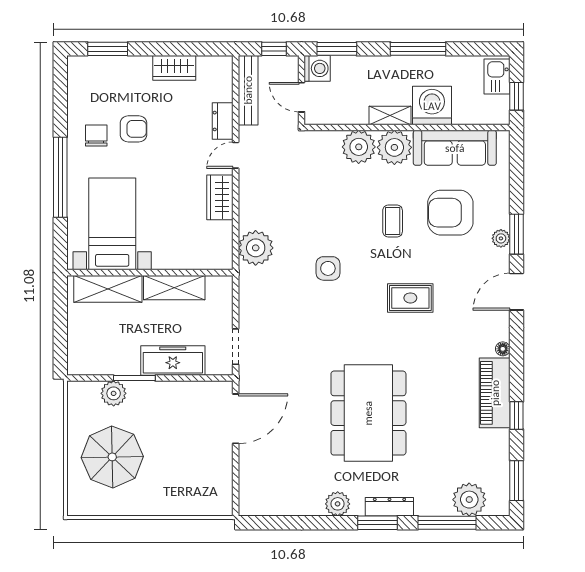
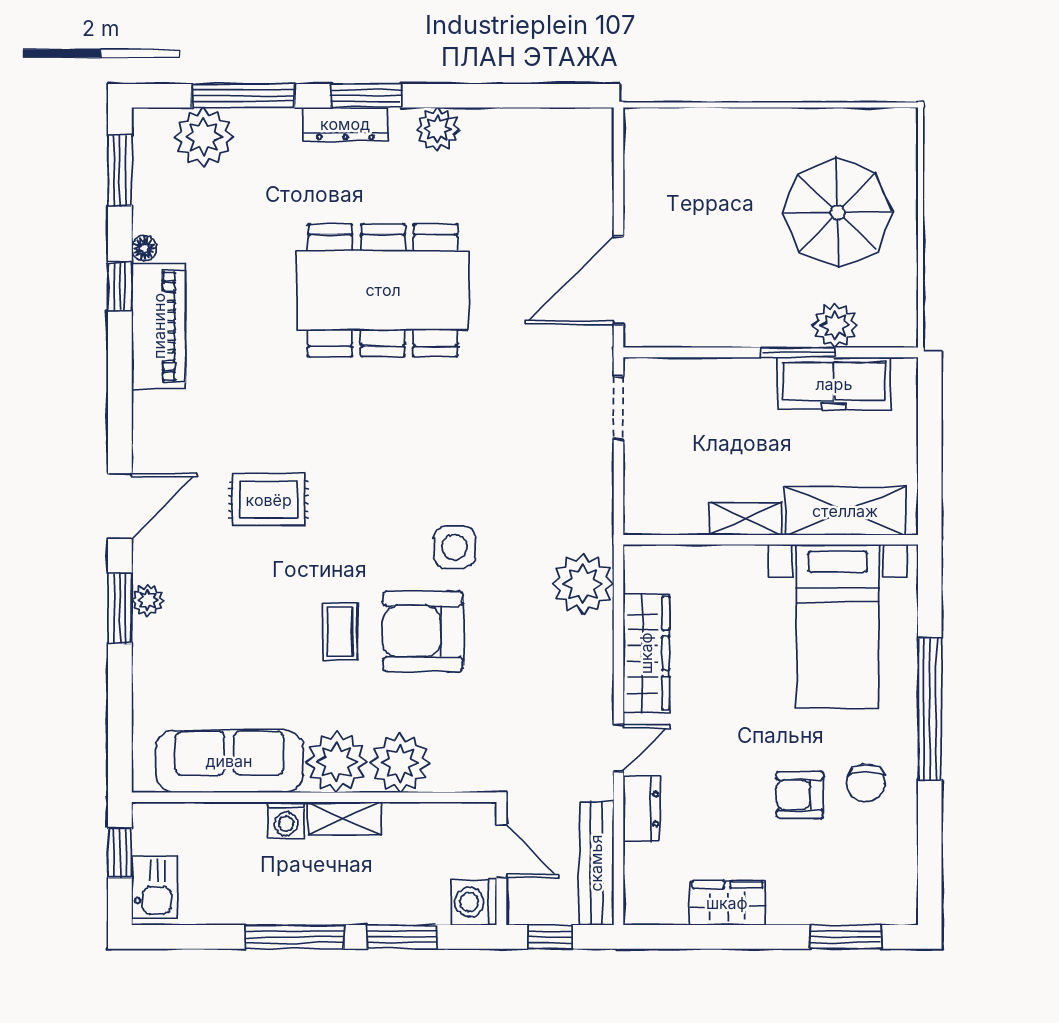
window: (337, 49) -> (402, 937), moved
washing machine: (432, 106) -> (286, 820), width x0.53, depth x0.53
wardrobe: (220, 197) -> (646, 653), width x1.50
armchair: (450, 213) -> (423, 631), moved, turned 180
shelving: (174, 288) -> (746, 519), width x0.67, depth x0.75
rug: (410, 298) -> (269, 500), moved
floor lamp: (503, 349) -> (144, 248), moved
freezer: (173, 361) -> (834, 384), moved
dining table: (368, 413) -> (383, 290), turned 90

